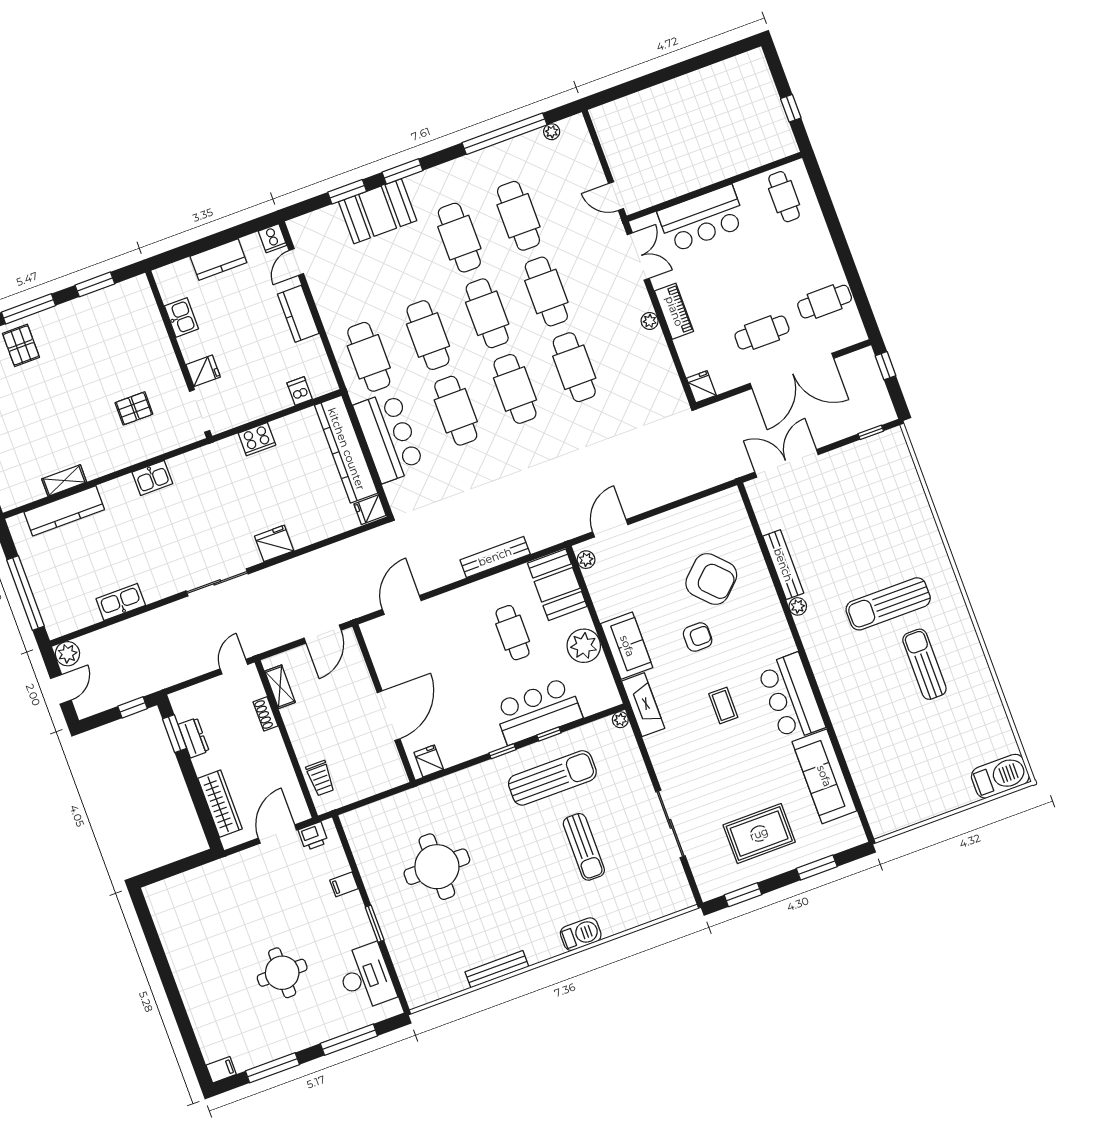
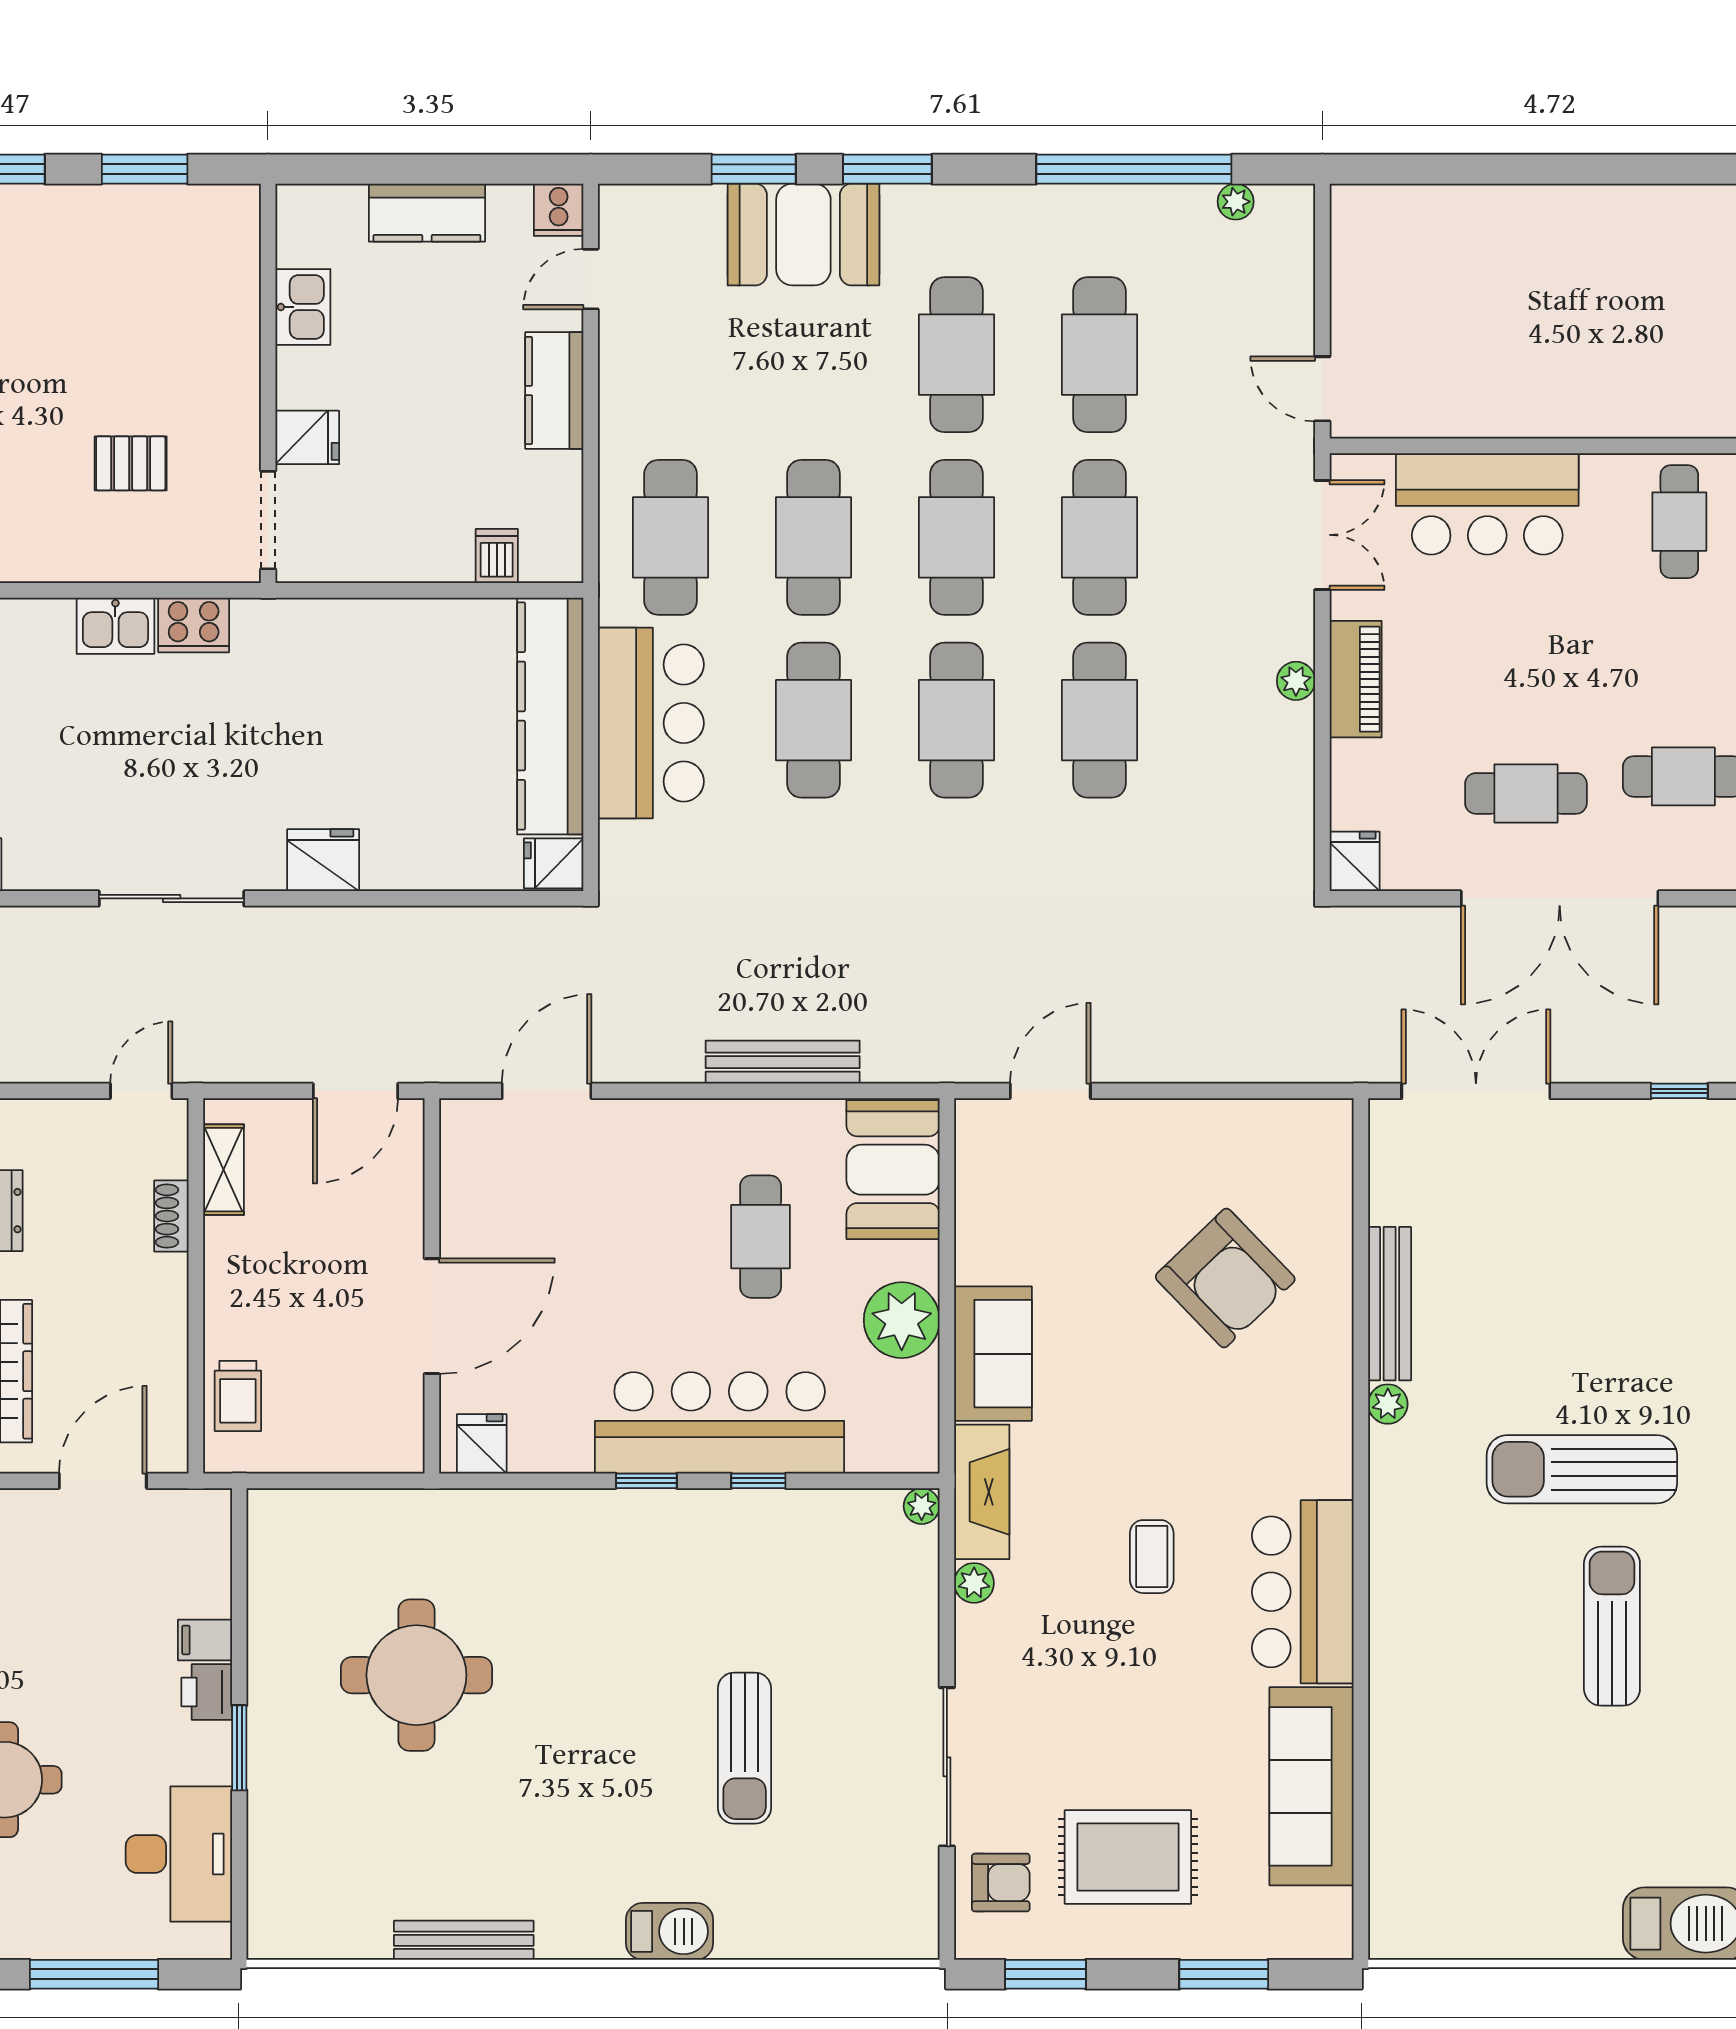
cooker: (257, 439) -> (194, 625), moved
plant: (586, 560) -> (974, 1583), moved
armchair: (698, 637) -> (1001, 1883), moved
bar counter: (538, 711) -> (720, 1423), width x1.36
sun lounger: (552, 778) -> (732, 1577), removed
printer: (313, 836) -> (207, 1692), moved, turned 90

